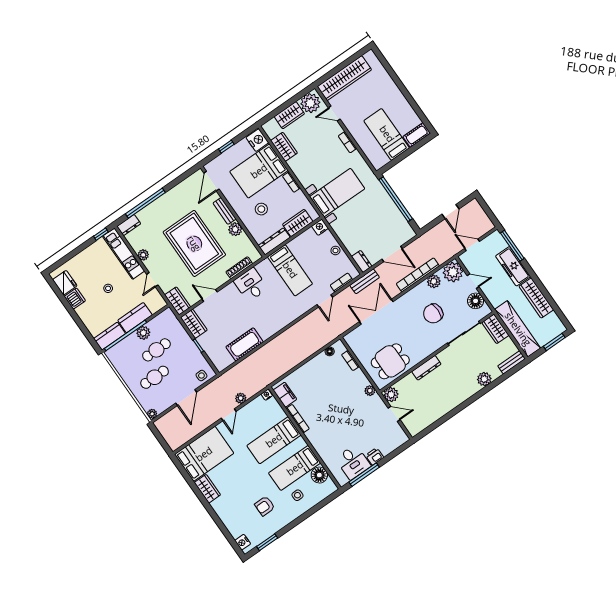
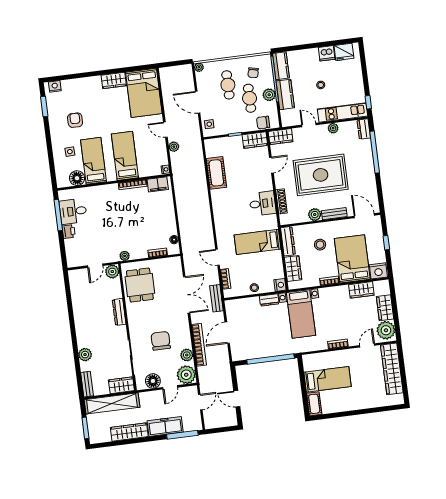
dresser: (362, 261) -> (269, 300), moved
chair: (173, 325) -> (263, 123), added
chair: (130, 359) -> (253, 73), added

